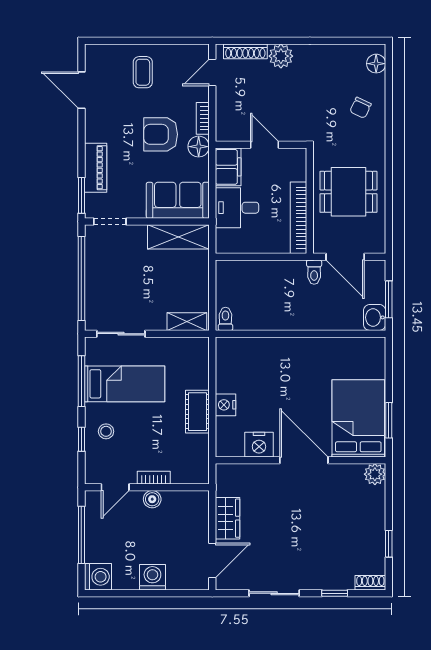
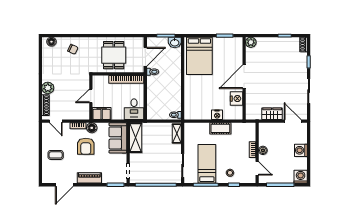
piano: (96, 168) -> (89, 178), moved
desk: (237, 208) -> (134, 109), moved
bed: (358, 418) -> (199, 56), moved, turned -90

